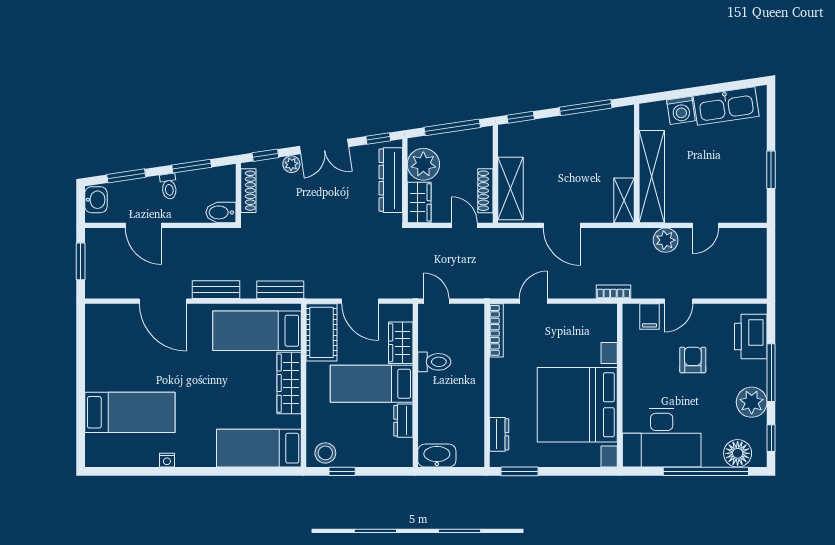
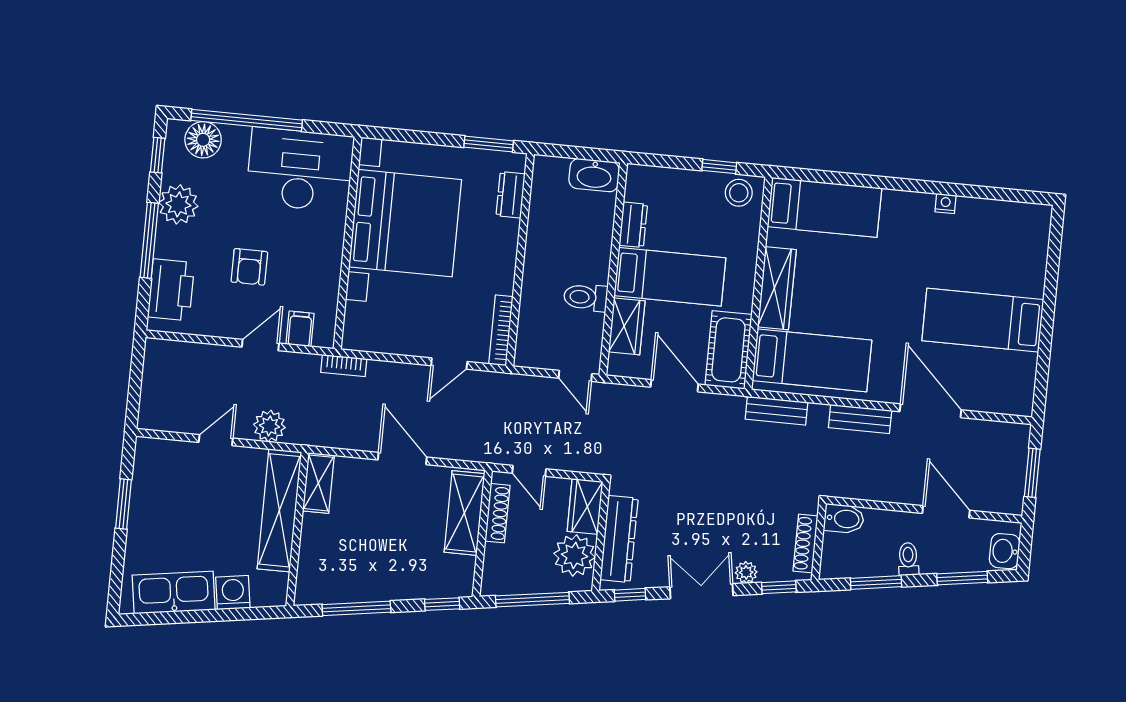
bed: (130, 412) -> (983, 320), moved

